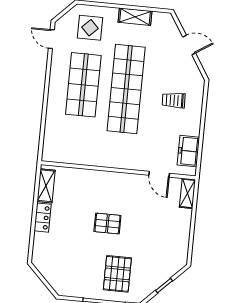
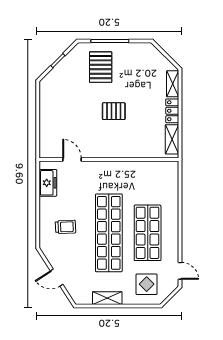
shelving: (187, 193) -> (173, 84), moved

